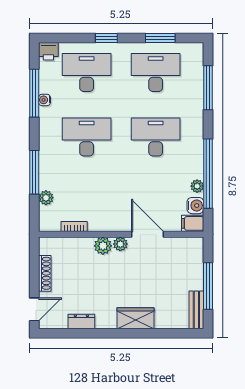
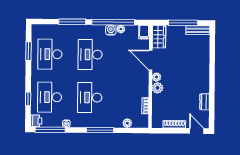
window: (106, 38) -> (28, 99), moved
window: (208, 88) -> (72, 22), moved
window: (34, 93) -> (50, 130), moved
window: (34, 172) -> (100, 130), moved
water cooler: (195, 206) -> (111, 30), moved
door: (148, 234) -> (151, 60), hinge flipped
wardrobe: (136, 318) -> (159, 37), moved, turned 180

